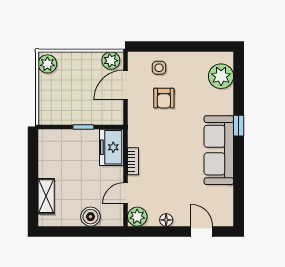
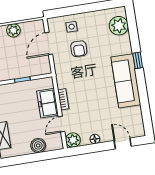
plant: (111, 61) -> (13, 30), moved
freezer: (112, 147) -> (48, 103), moved

